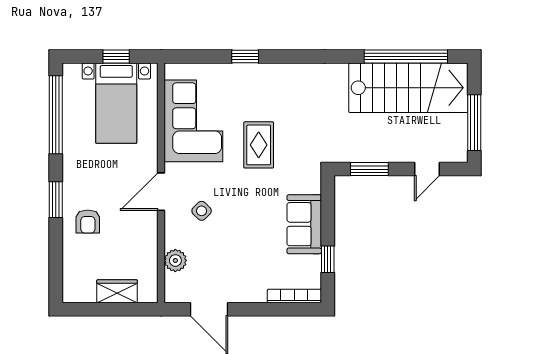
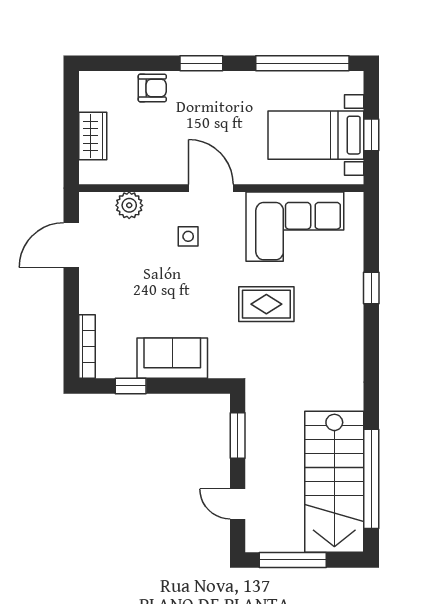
side table: (202, 211) -> (188, 236), turned 45
armchair: (88, 221) -> (152, 88), moved, turned 180

